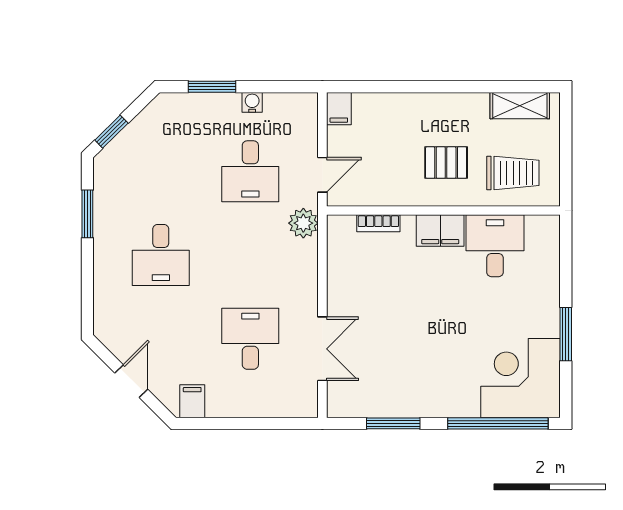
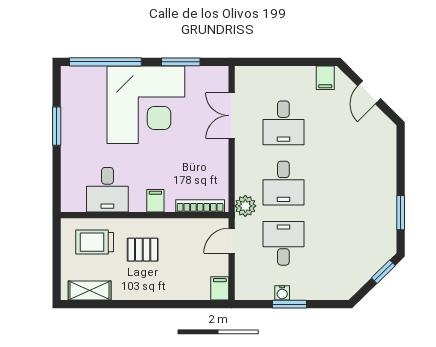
window: (212, 87) -> (290, 304), moved
bookcase: (378, 223) -> (200, 206), width x1.56
filing cabinet: (440, 231) -> (155, 201), width x0.50
desk: (161, 255) -> (283, 183), moved, turned 180
corner desk: (521, 378) -> (146, 105), moved, width x1.36, depth x1.36

